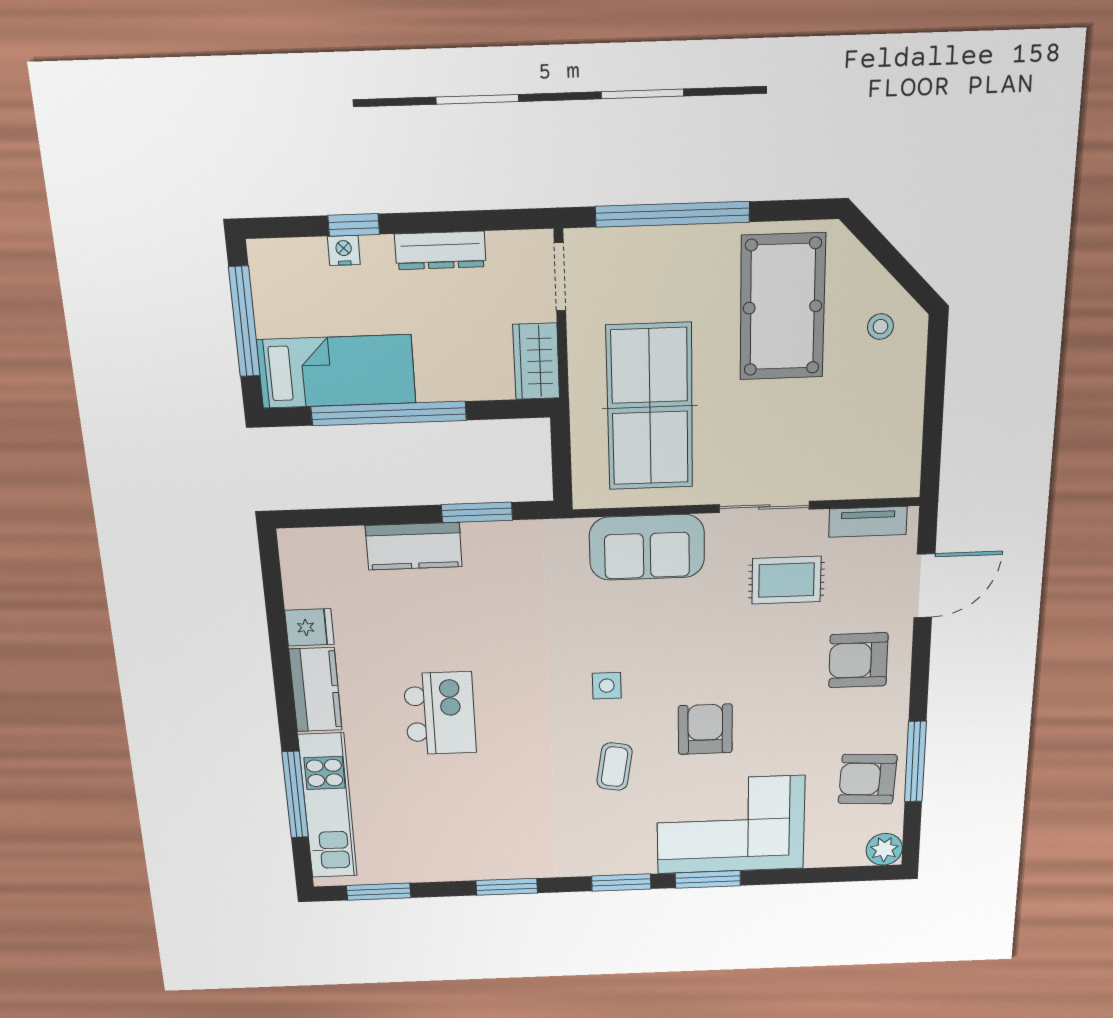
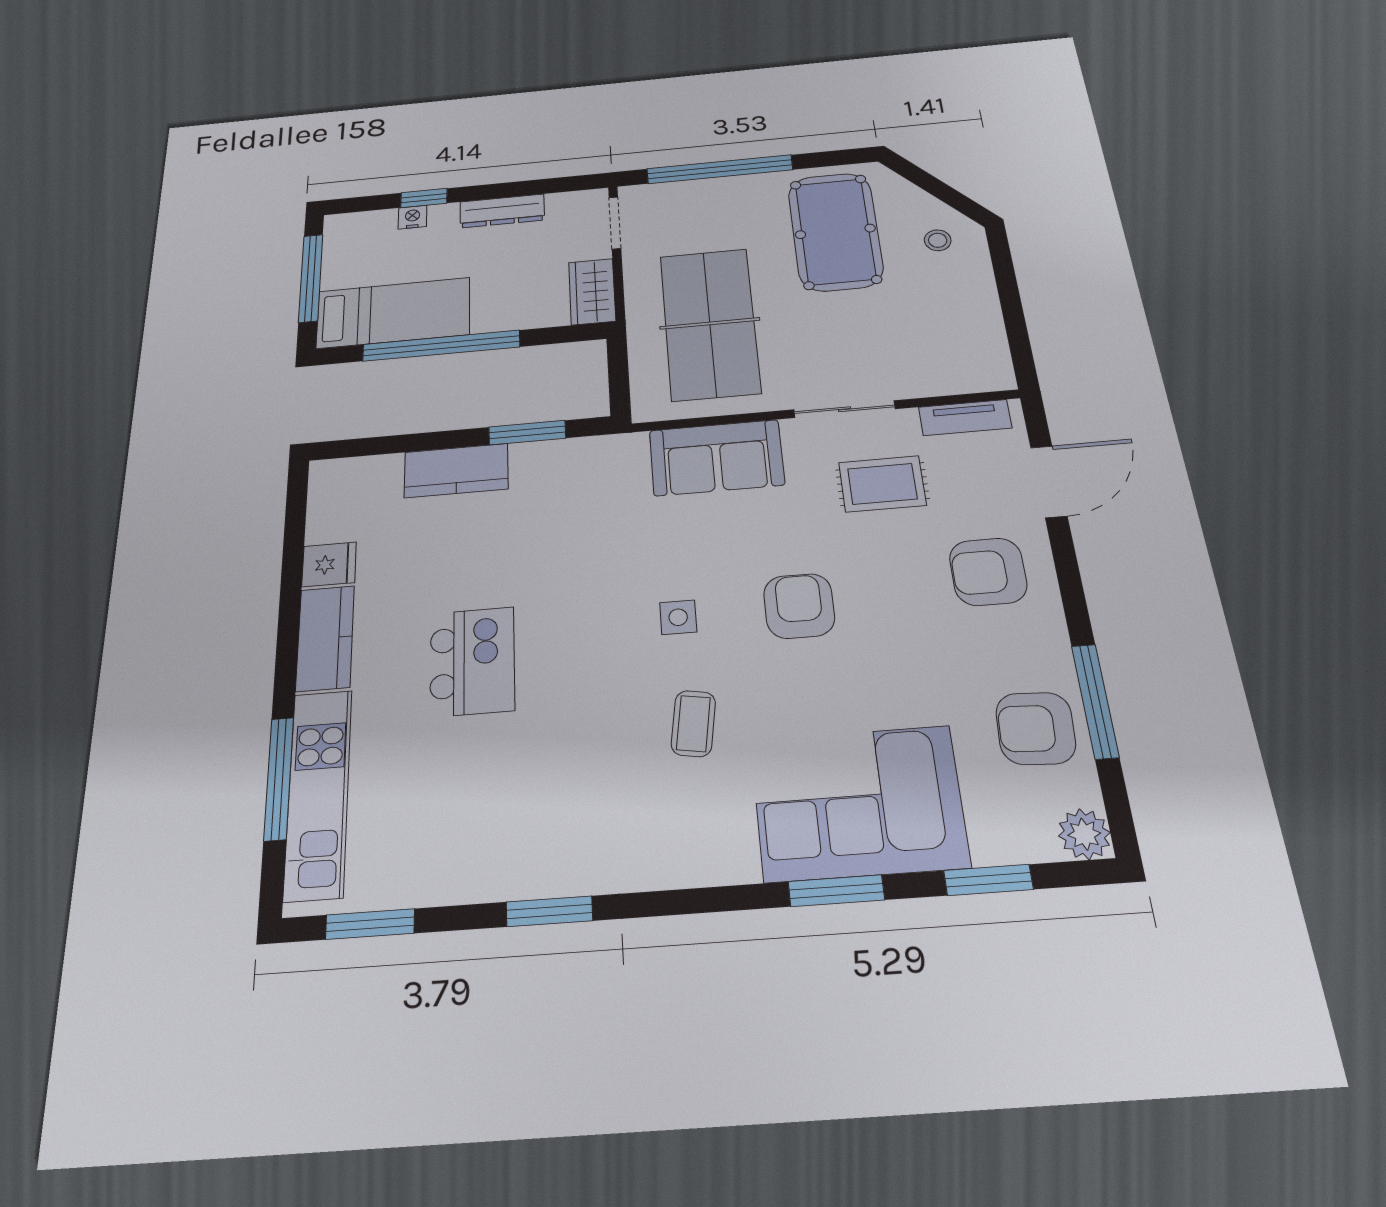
armchair: (705, 729) -> (799, 606), moved
window: (621, 883) -> (988, 880), moved

